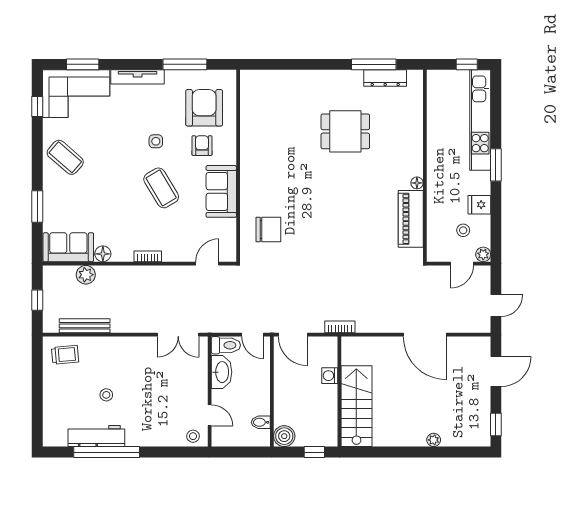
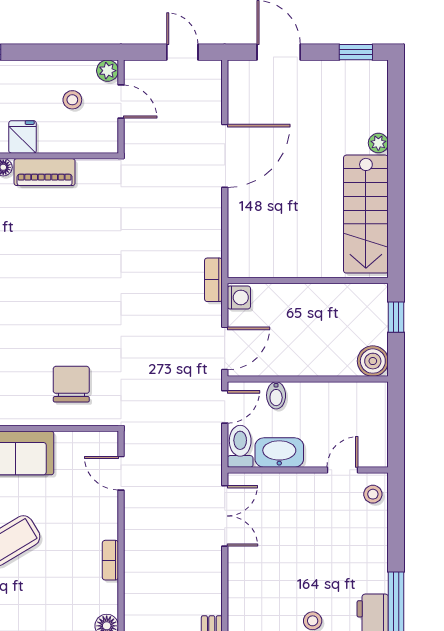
fridge: (479, 205) -> (23, 137), moved, turned 180
piano: (411, 219) -> (45, 172), width x0.73, depth x0.75
washing machine: (330, 376) -> (239, 297), moved, turned -90
stairs: (356, 406) -> (366, 214), moved, turned -90
bidet: (261, 422) -> (276, 395), moved

